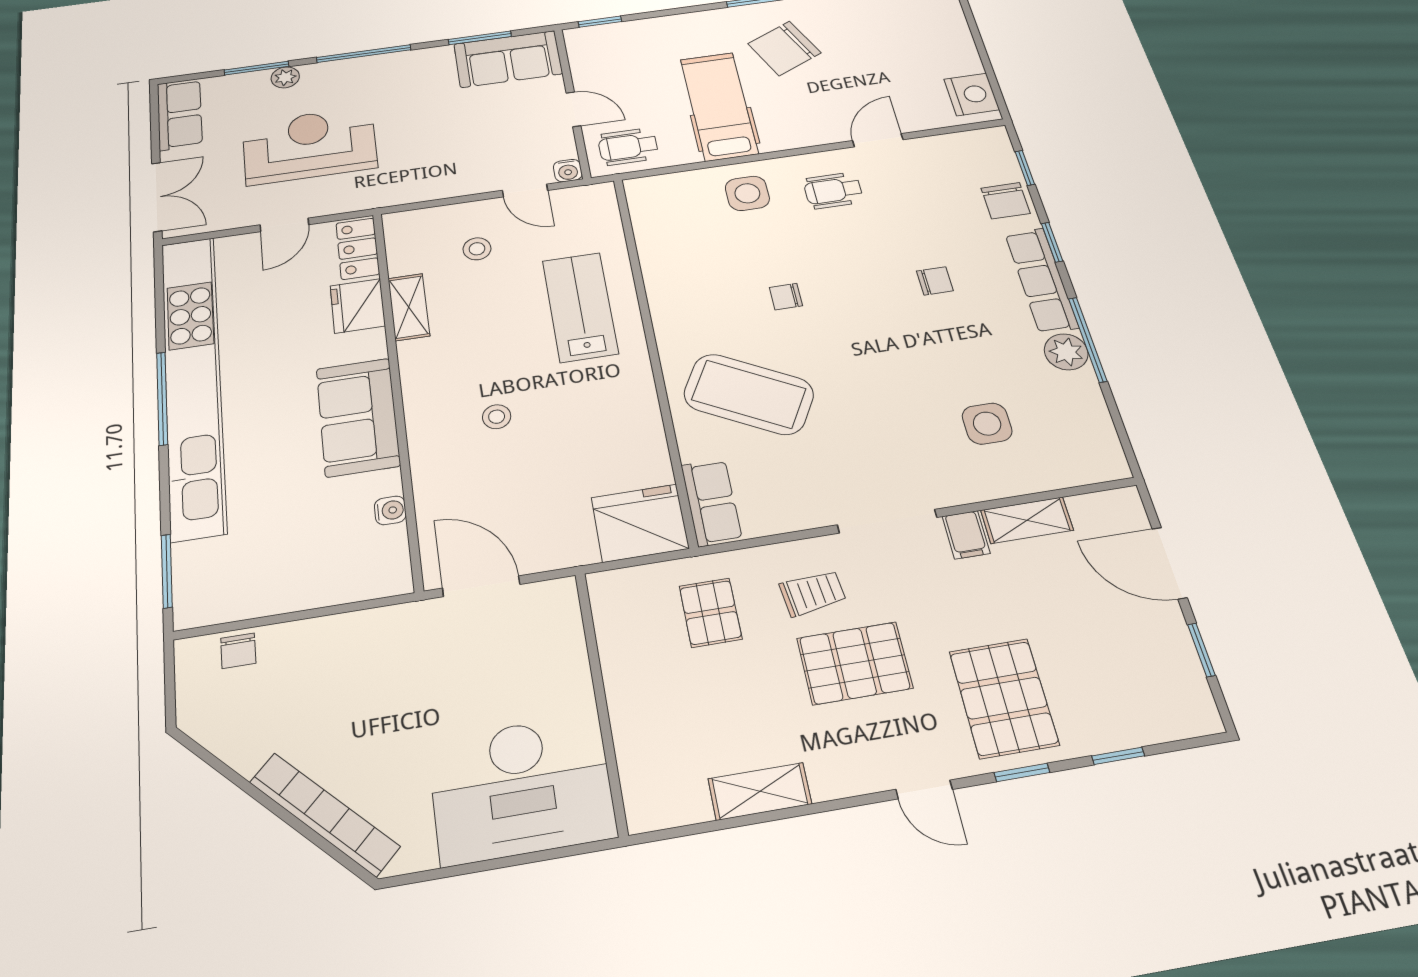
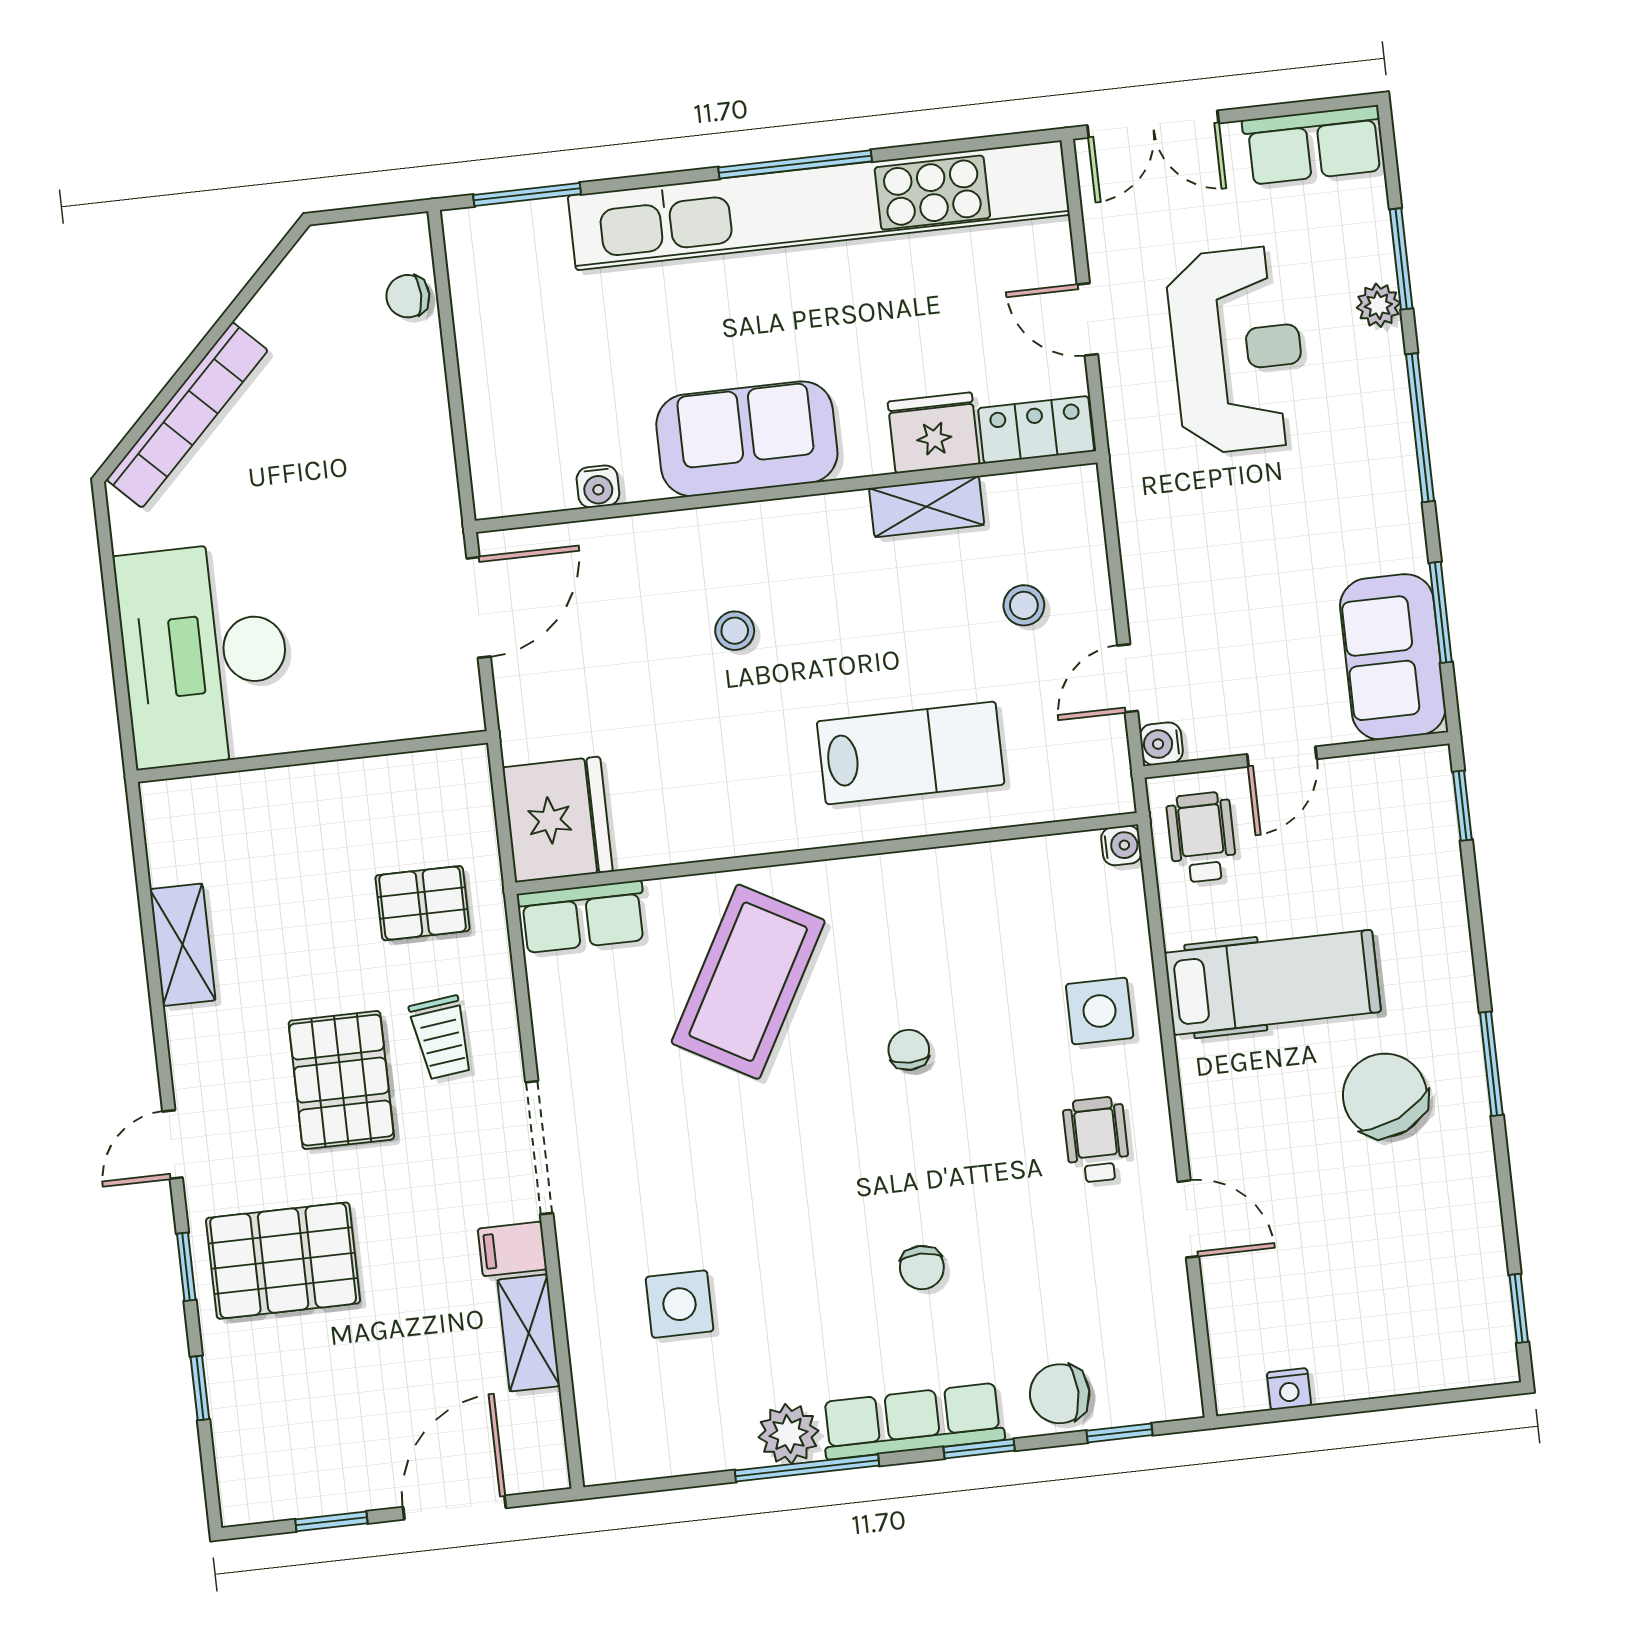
nightstand: (972, 94) -> (1289, 1389), width x0.53, depth x0.56
water cooler: (636, 188) -> (1121, 845), added

